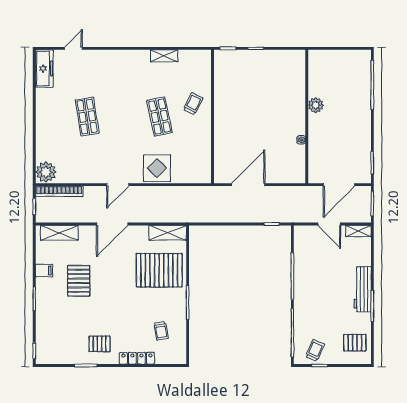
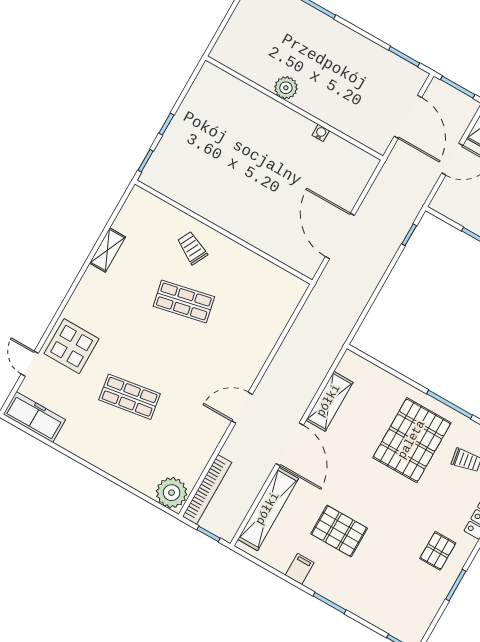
display table: (157, 168) -> (72, 346), moved
door: (118, 185) -> (242, 408), swing flipped
shelving: (59, 233) -> (268, 509), width x1.47
shelving: (168, 233) -> (329, 401), moved
pallet: (159, 270) -> (412, 440), moved

